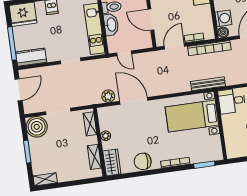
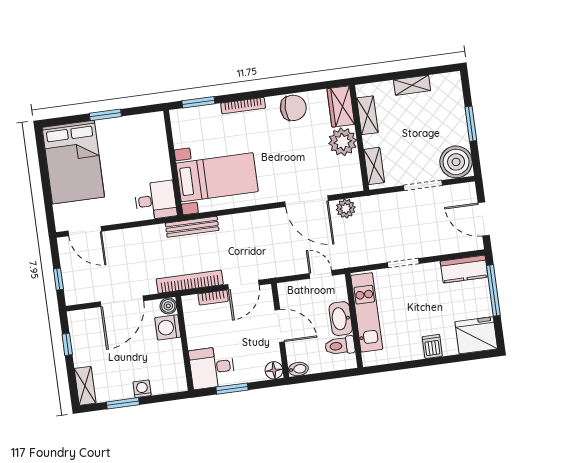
door: (19, 90) -> (484, 219), hinge flipped
plant: (106, 136) -> (343, 142), width x1.88, depth x1.88
shelving: (45, 179) -> (412, 85), moved

